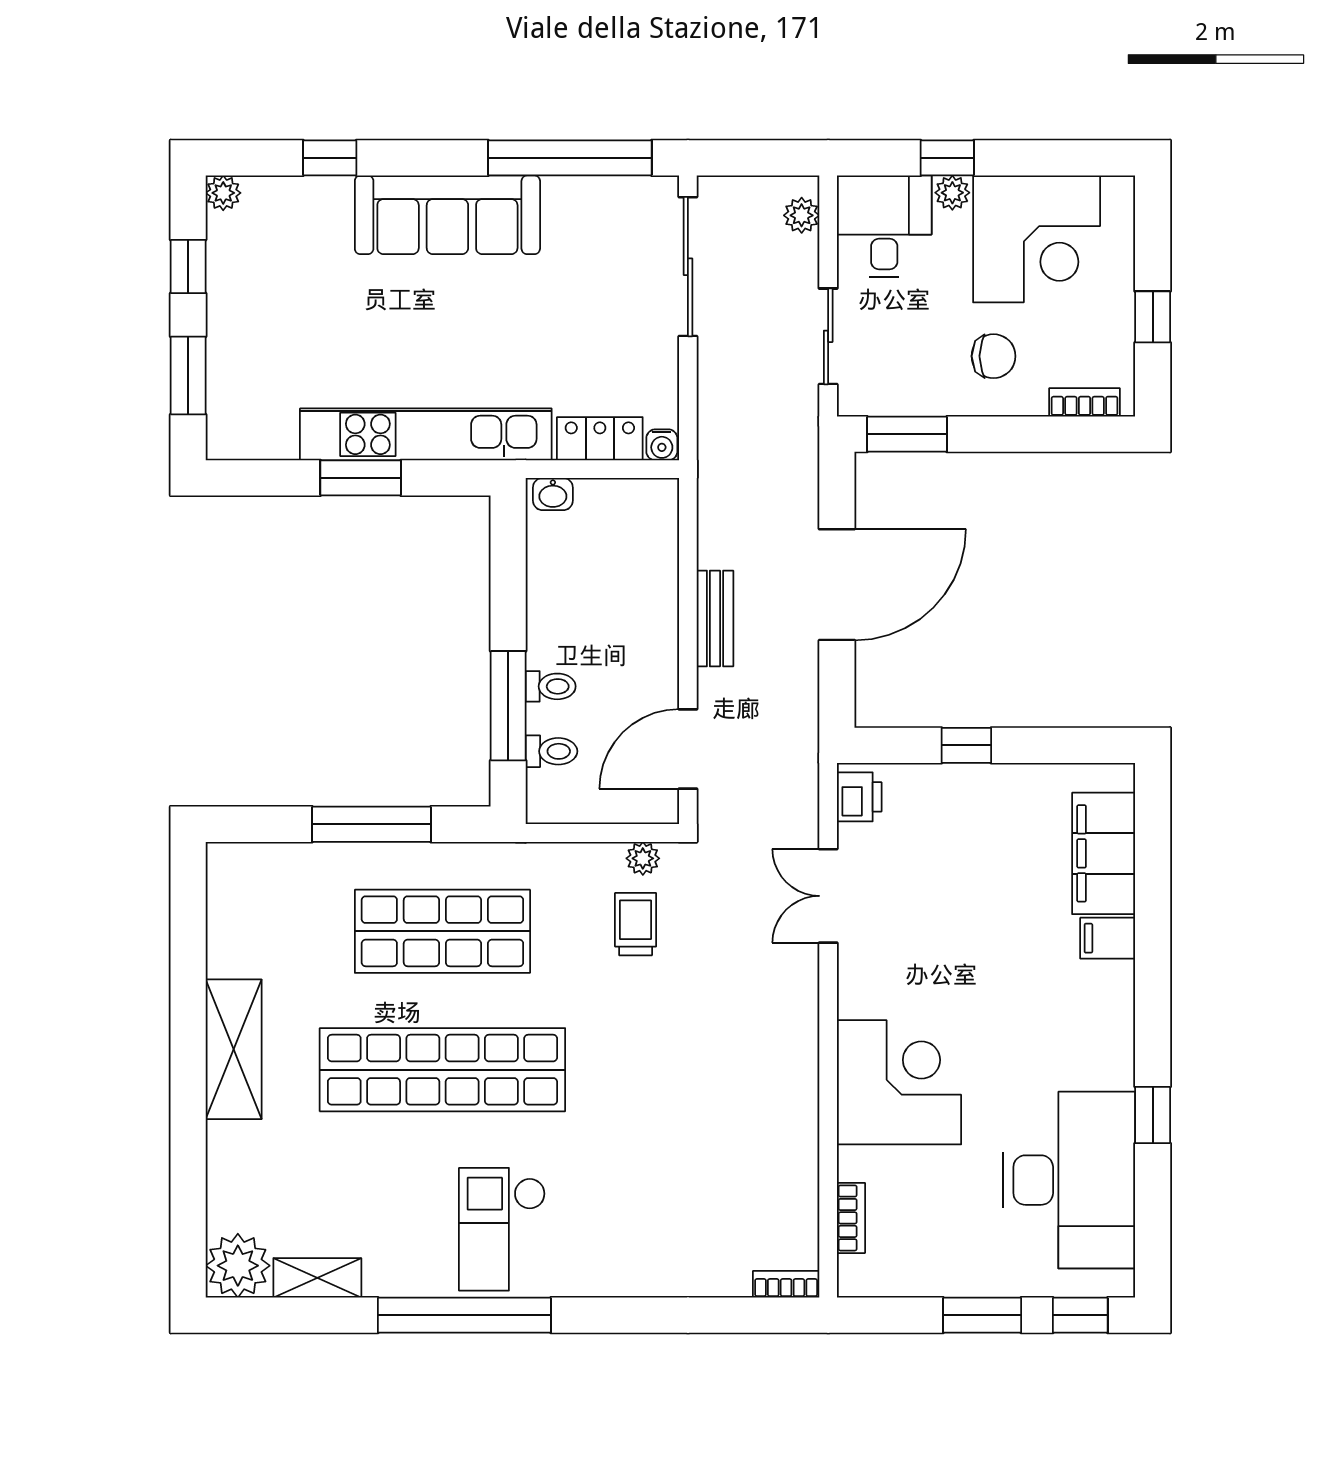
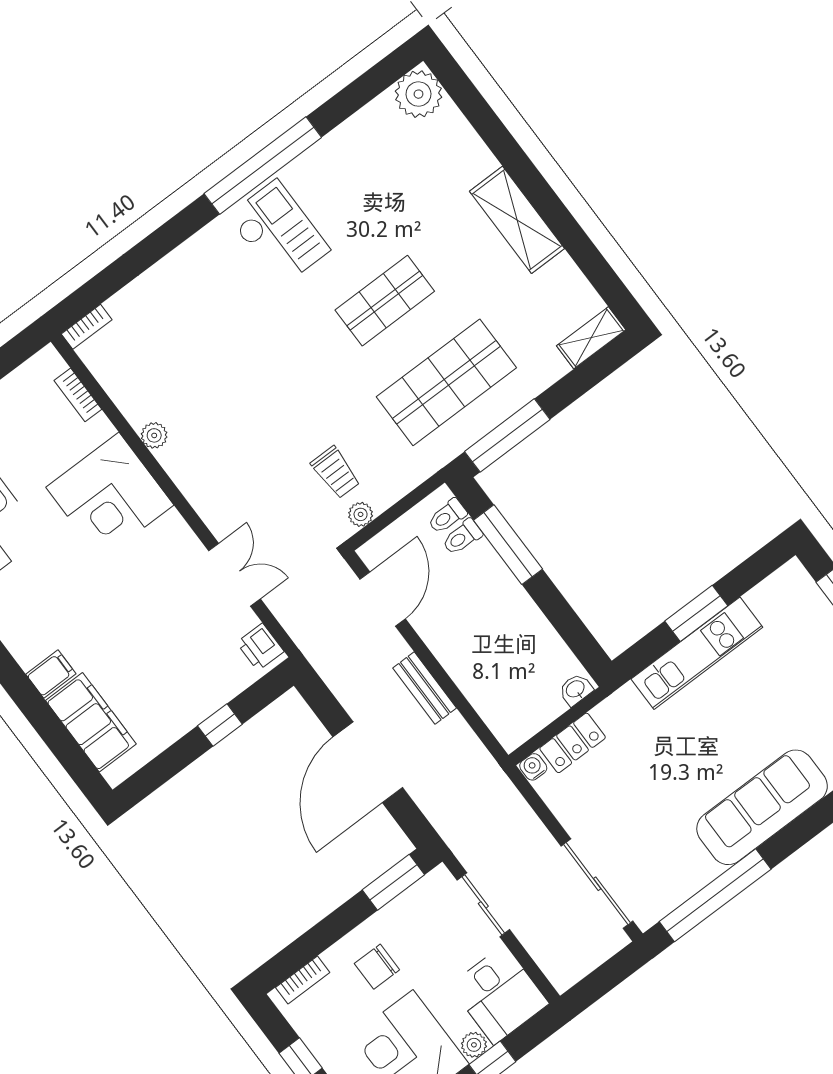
plant: (802, 215) -> (154, 435), moved
kitchen unit: (426, 434) -> (697, 653), width x0.73
toilet: (551, 686) -> (447, 516), moved
window: (371, 824) -> (507, 435), moved
shop shelf: (442, 1070) -> (385, 301), width x0.50, depth x0.74
shelving: (317, 1278) -> (591, 338), moved

